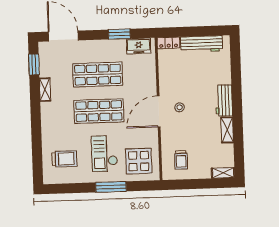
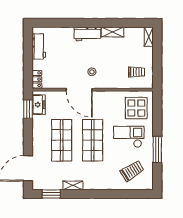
window: (119, 34) -> (28, 109), moved
workbench: (201, 44) -> (39, 46), width x0.73
door: (159, 111) -> (79, 90), moved
checkout: (104, 153) -> (129, 137), turned 180
trolley: (64, 159) -> (132, 171), turned 58
window: (111, 187) -> (157, 149), moved

